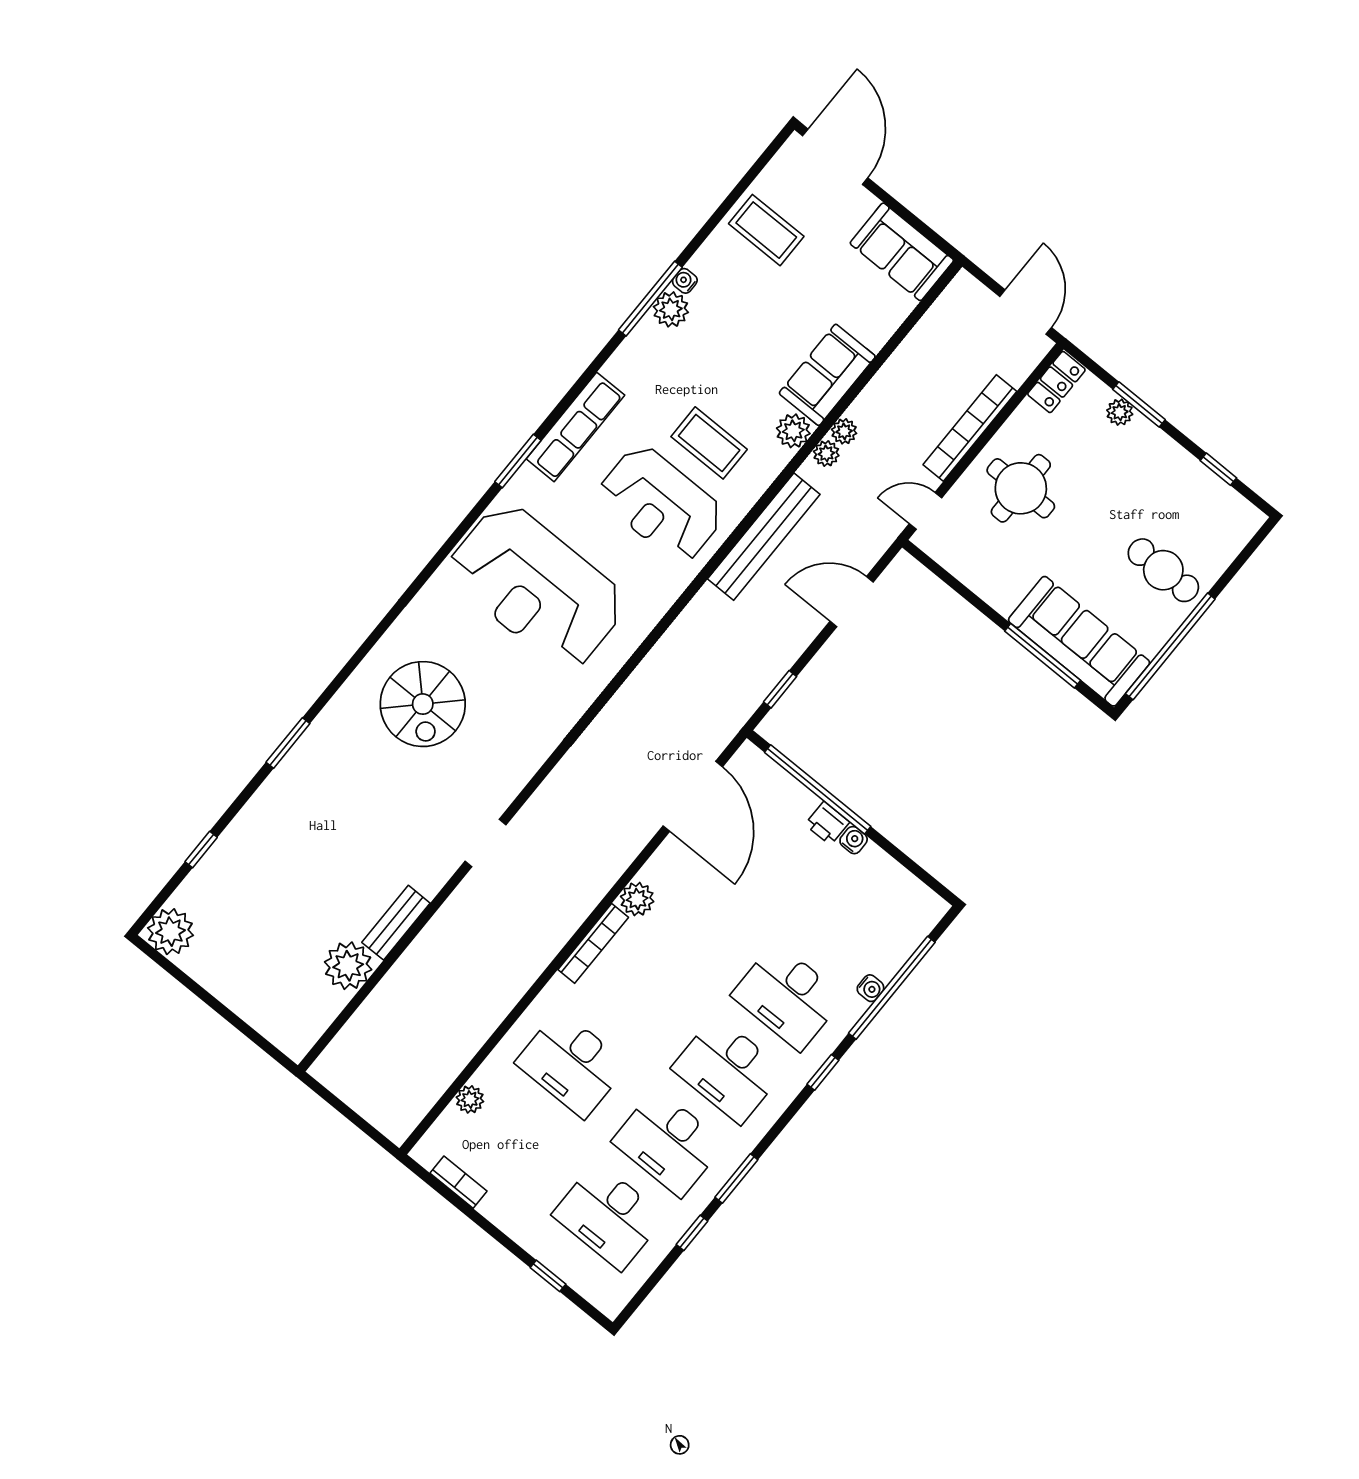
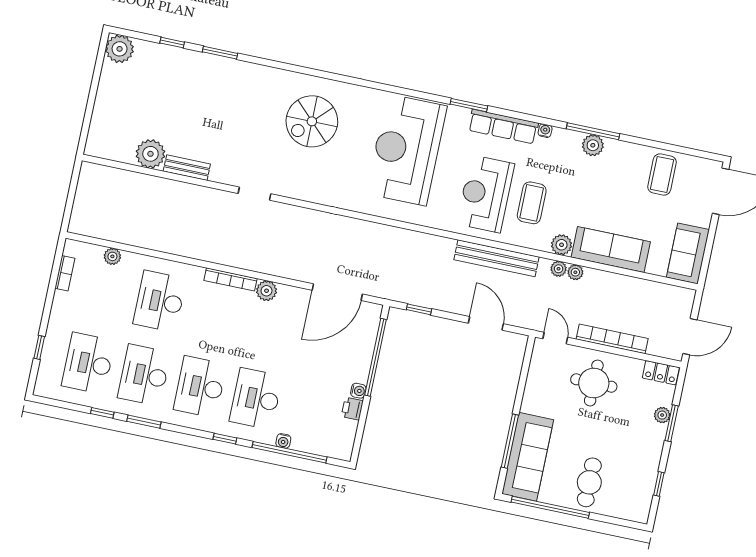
water cooler: (685, 281) -> (545, 131), moved
sofa: (827, 375) -> (611, 250), width x1.36
window: (288, 743) -> (220, 53), moved
printer: (827, 823) -> (352, 409), moved

